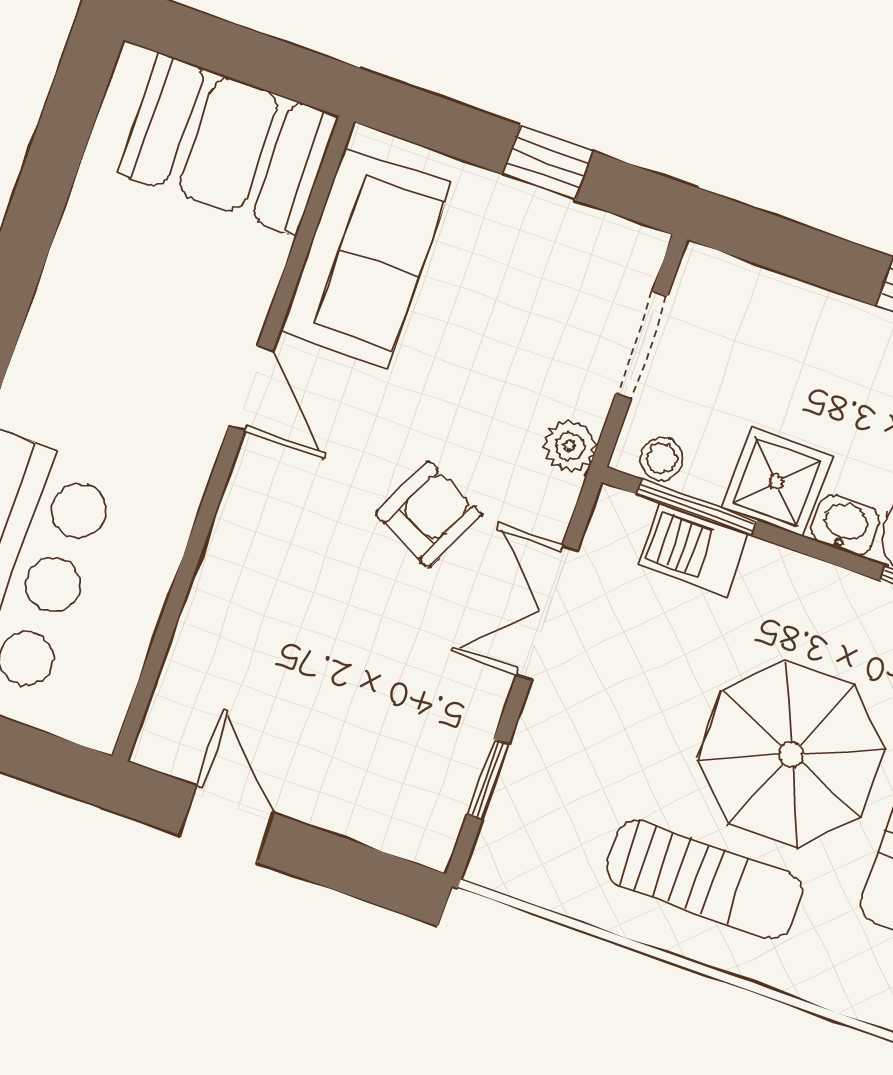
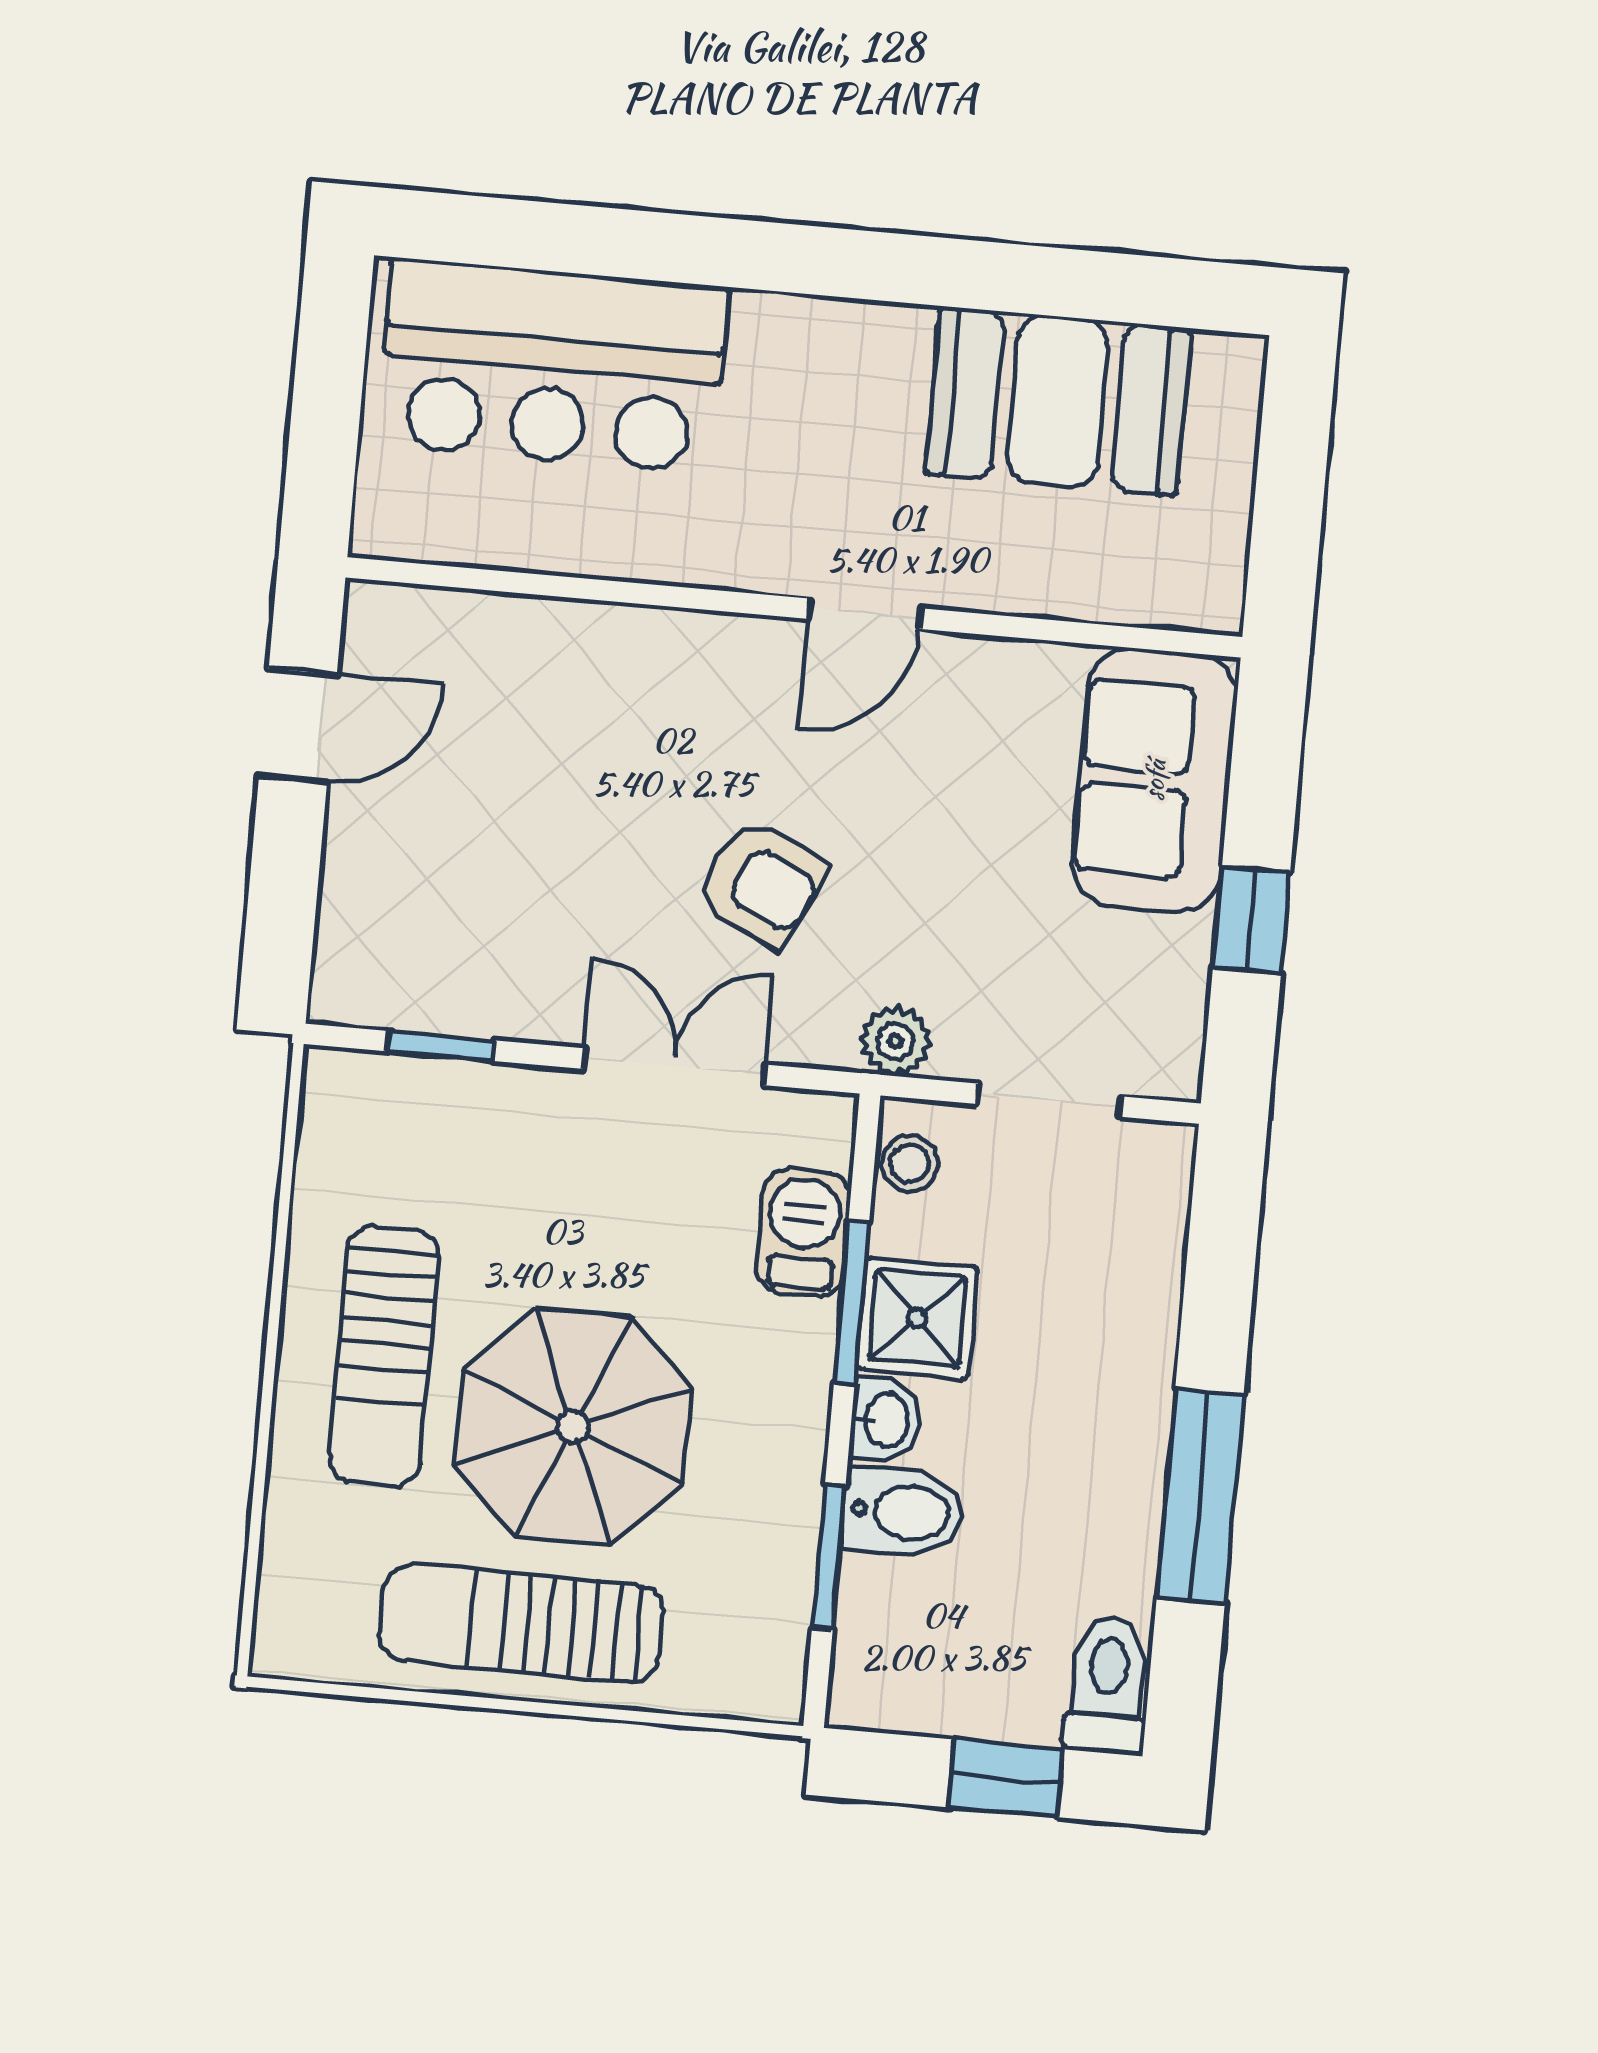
booth: (228, 144) -> (1058, 401), moved, turned 90
sofa: (366, 258) -> (1154, 780), moved, turned 90
window: (697, 507) -> (851, 1303), moved

